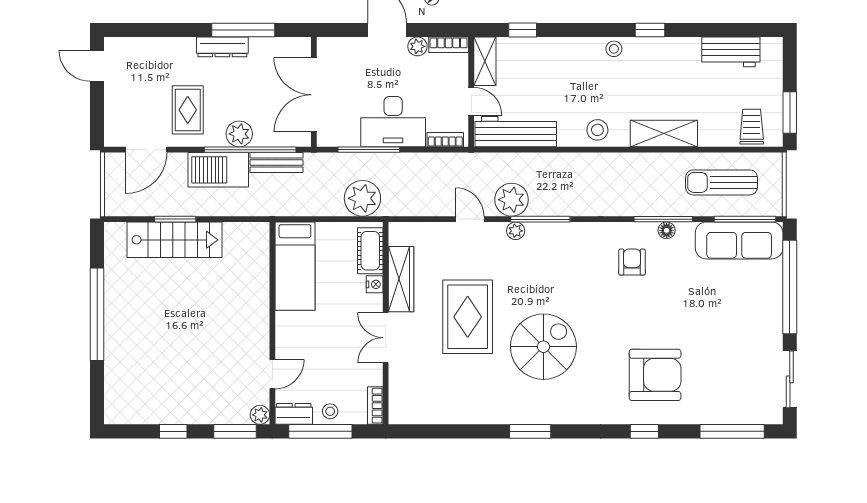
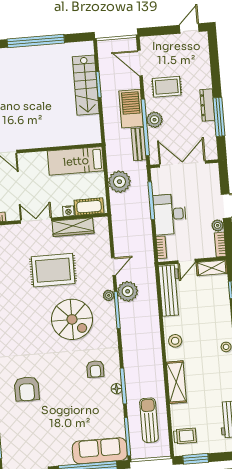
plant: (362, 198) -> (119, 182), moved
sofa: (739, 240) -> (100, 451), moved, turned 90
armchair: (632, 262) -> (95, 369), turned 90
spiral stairs: (543, 347) -> (72, 319), moved
armchair: (655, 375) -> (27, 389), width x0.73, depth x0.73

